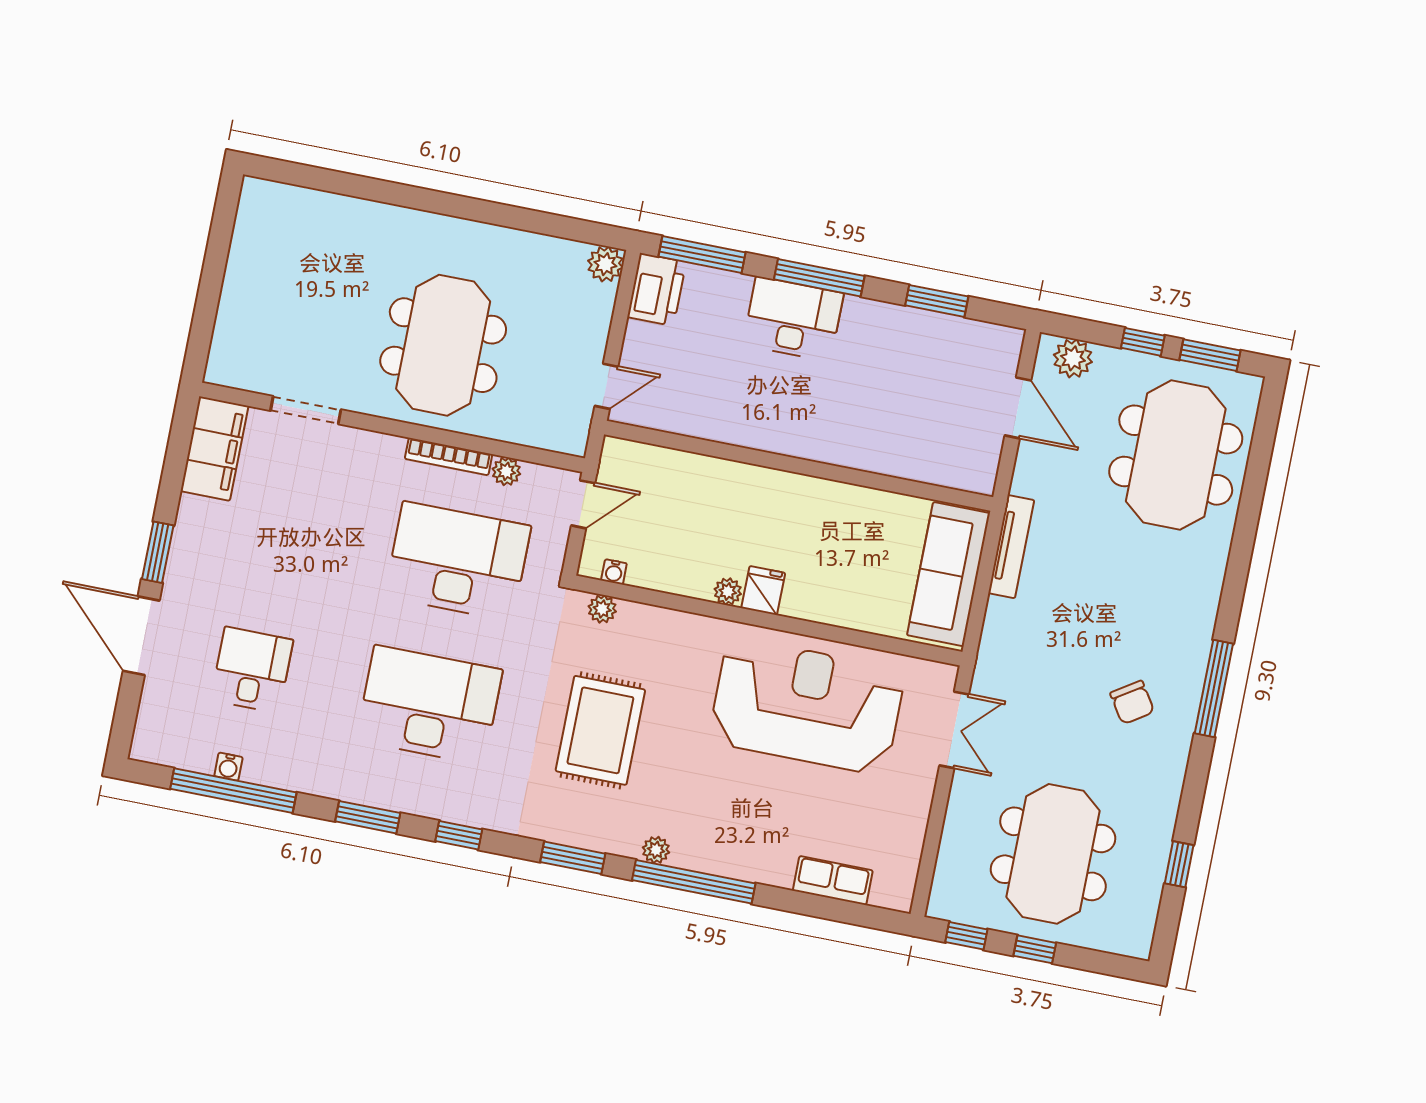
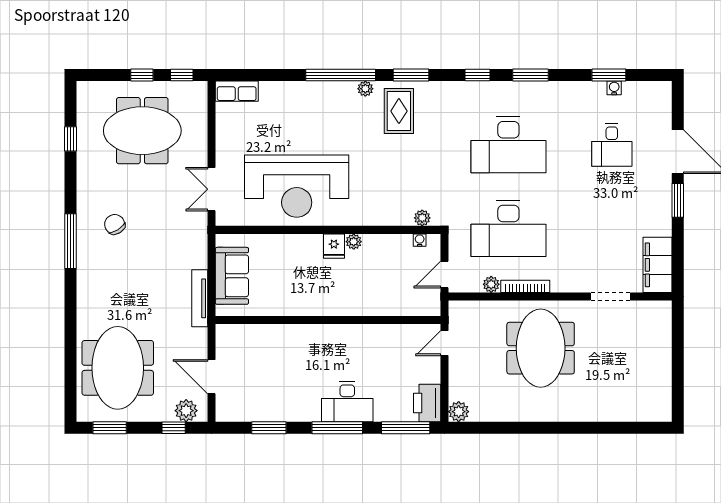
window: (1143, 342) -> (174, 428), moved
sofa: (948, 574) -> (232, 276), width x0.73
rug: (600, 730) -> (399, 111), moved, width x0.73, depth x0.70
window: (233, 791) -> (609, 75), width x0.47
meeting table: (1053, 854) -> (142, 131), turned 90
row of seats: (833, 881) -> (237, 91), moved

